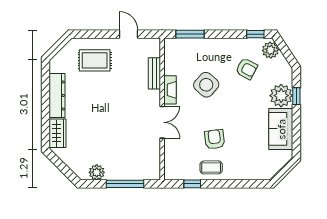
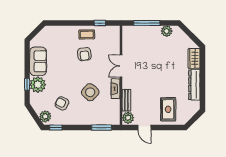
plant: (152, 48) -> (128, 118), added
rug: (95, 60) -> (168, 109), turned 90

